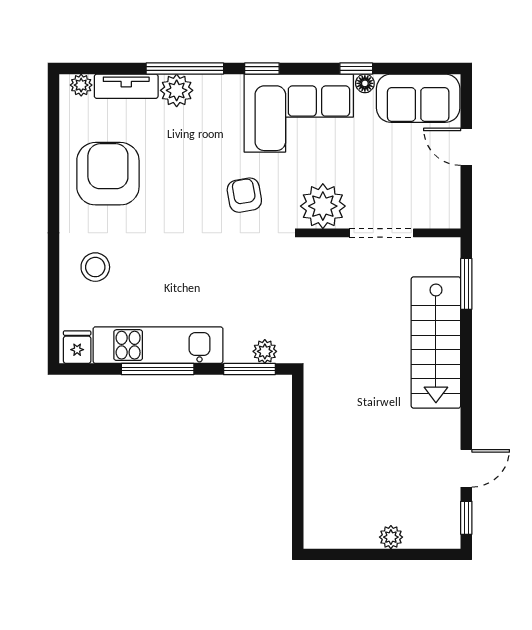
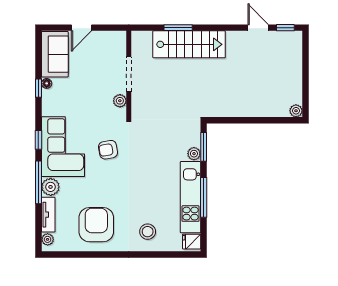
corner sofa: (299, 113) -> (63, 147), moved
armchair: (108, 174) -> (96, 225), turned 90
plant: (323, 206) -> (120, 101), width x0.53, depth x0.53
window: (466, 284) -> (178, 28), moved
plant: (265, 351) -> (194, 154), moved
plant: (391, 537) -> (296, 111), moved

